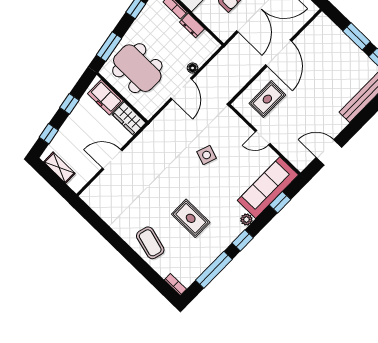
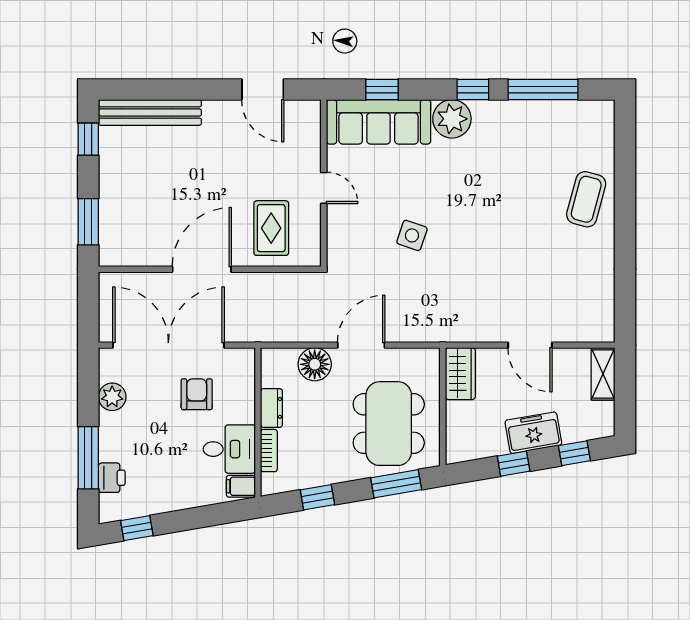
window: (357, 36) -> (88, 222), moved
floor lamp: (193, 68) -> (315, 364), width x1.89, depth x1.89
freezer: (105, 97) -> (533, 433), moved, turned -100
rug: (267, 99) -> (271, 228), turned 90
shelving: (59, 168) -> (603, 374), moved
rug: (191, 218) -> (508, 179), removed
plant: (246, 220) -> (452, 119), width x1.88, depth x1.88
bookcase: (175, 285) -> (607, 119), removed

